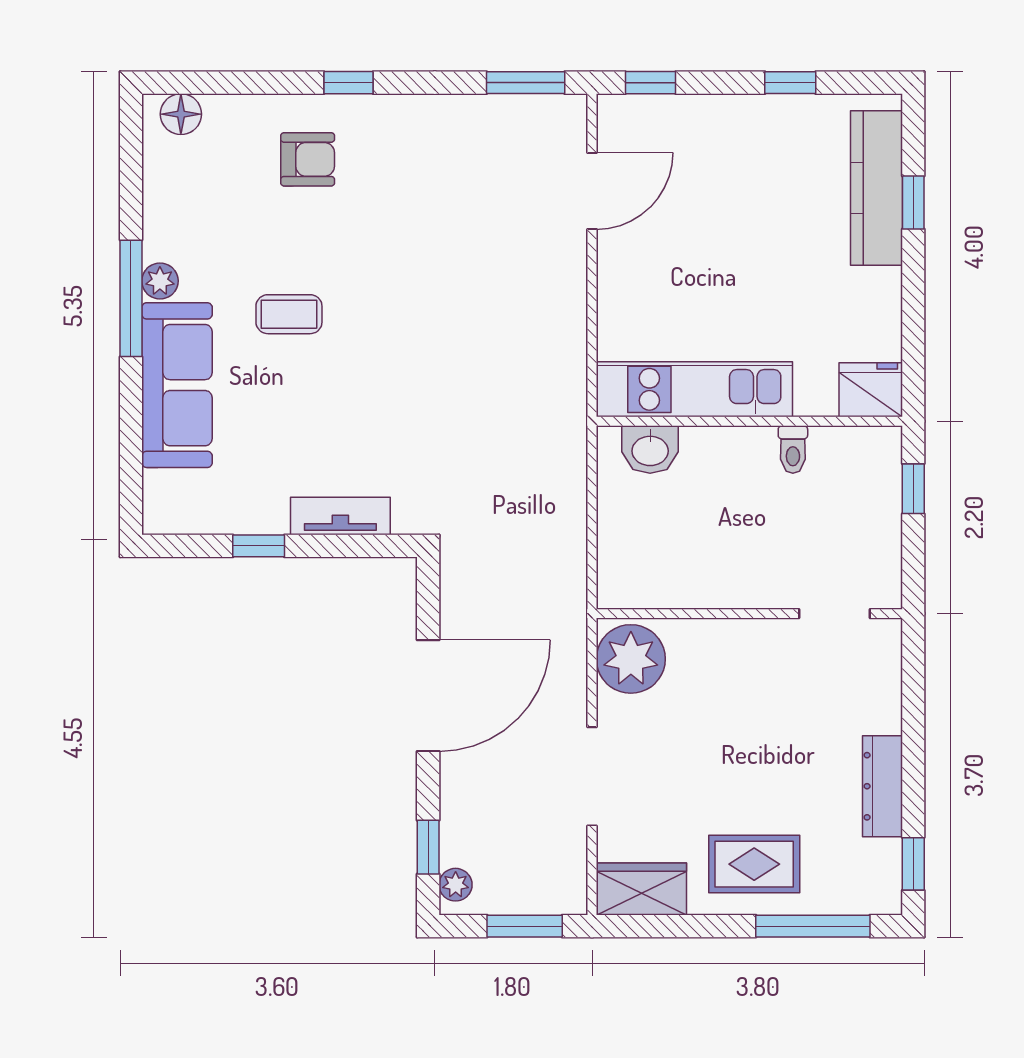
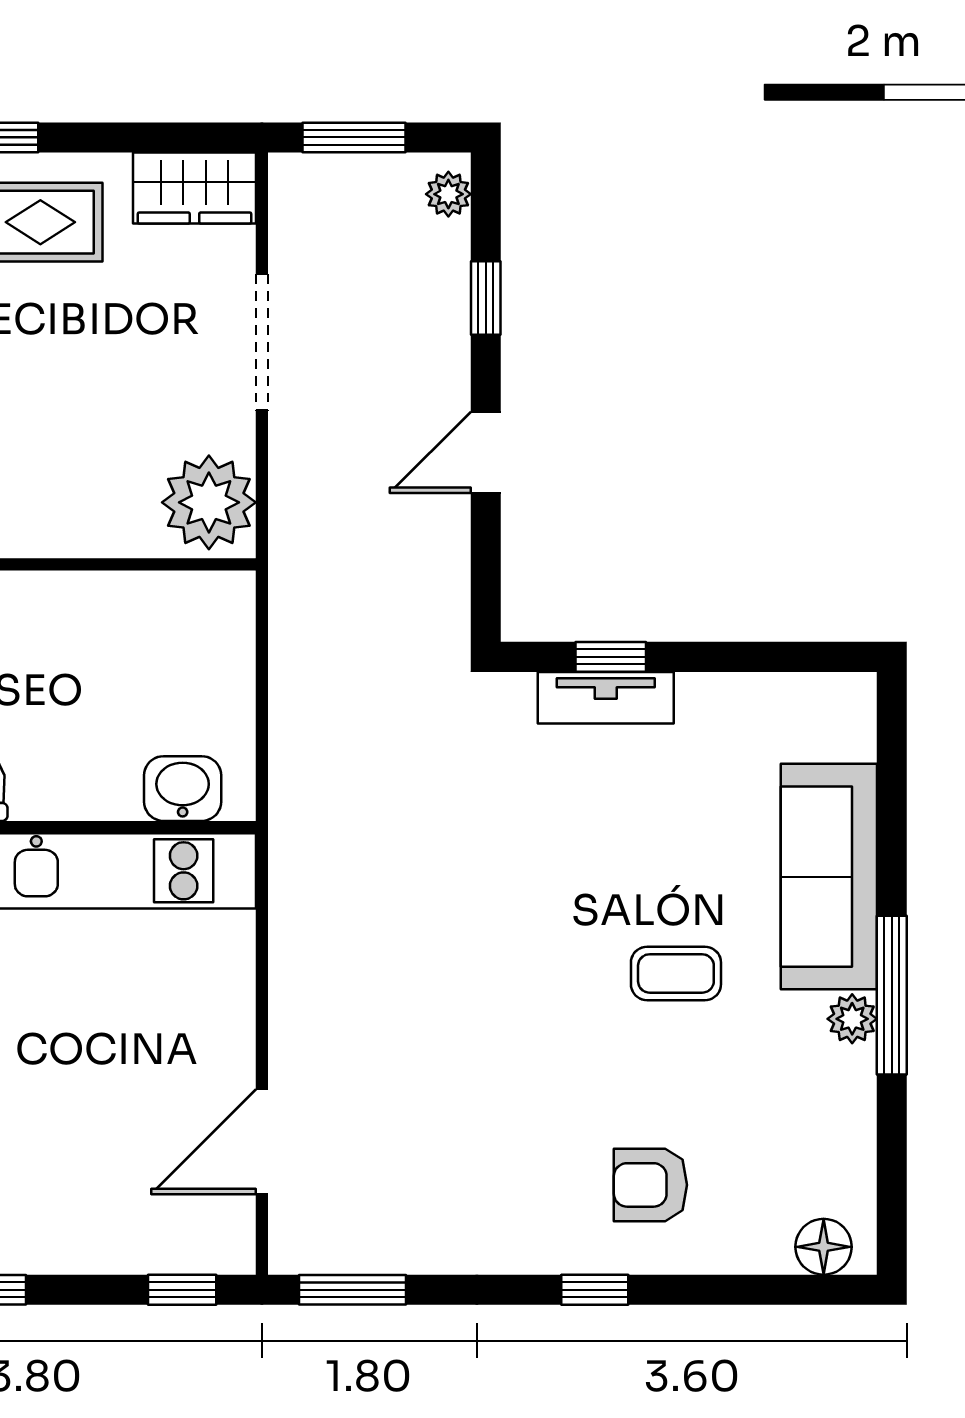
window: (259, 546) -> (611, 657), moved
door: (428, 696) -> (486, 452), width x0.53
window: (428, 847) -> (486, 298), moved

